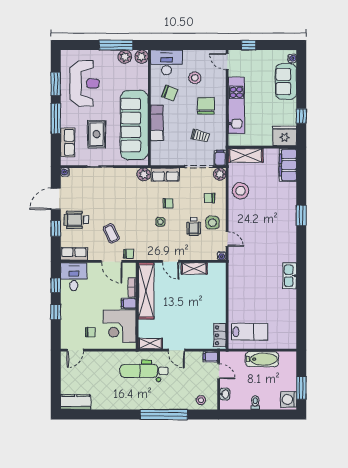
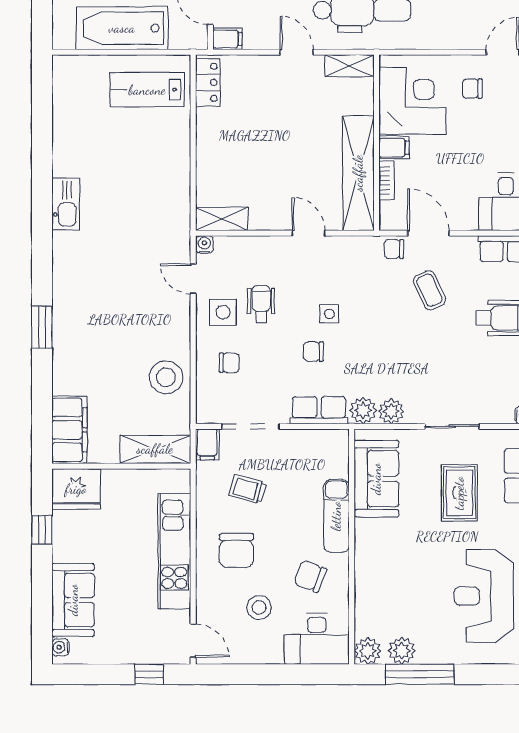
sofa: (134, 125) -> (376, 479), width x0.54, depth x0.79
plant: (220, 174) -> (391, 411), moved
shelving: (194, 268) -> (222, 219), moved
bathtub: (262, 359) -> (122, 28), width x1.36, depth x1.36

